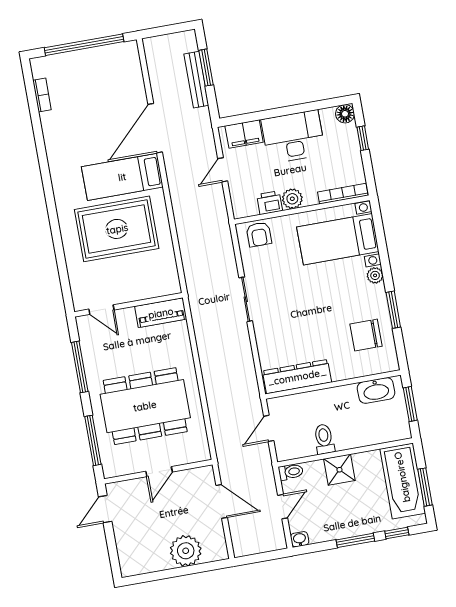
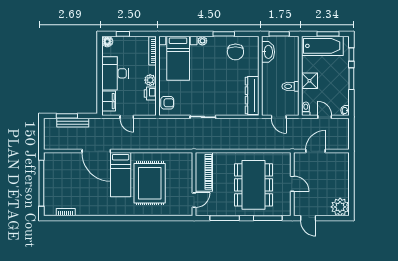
piano: (161, 313) -> (204, 172), width x1.37, depth x1.33
plant: (186, 551) -> (340, 207), moved

